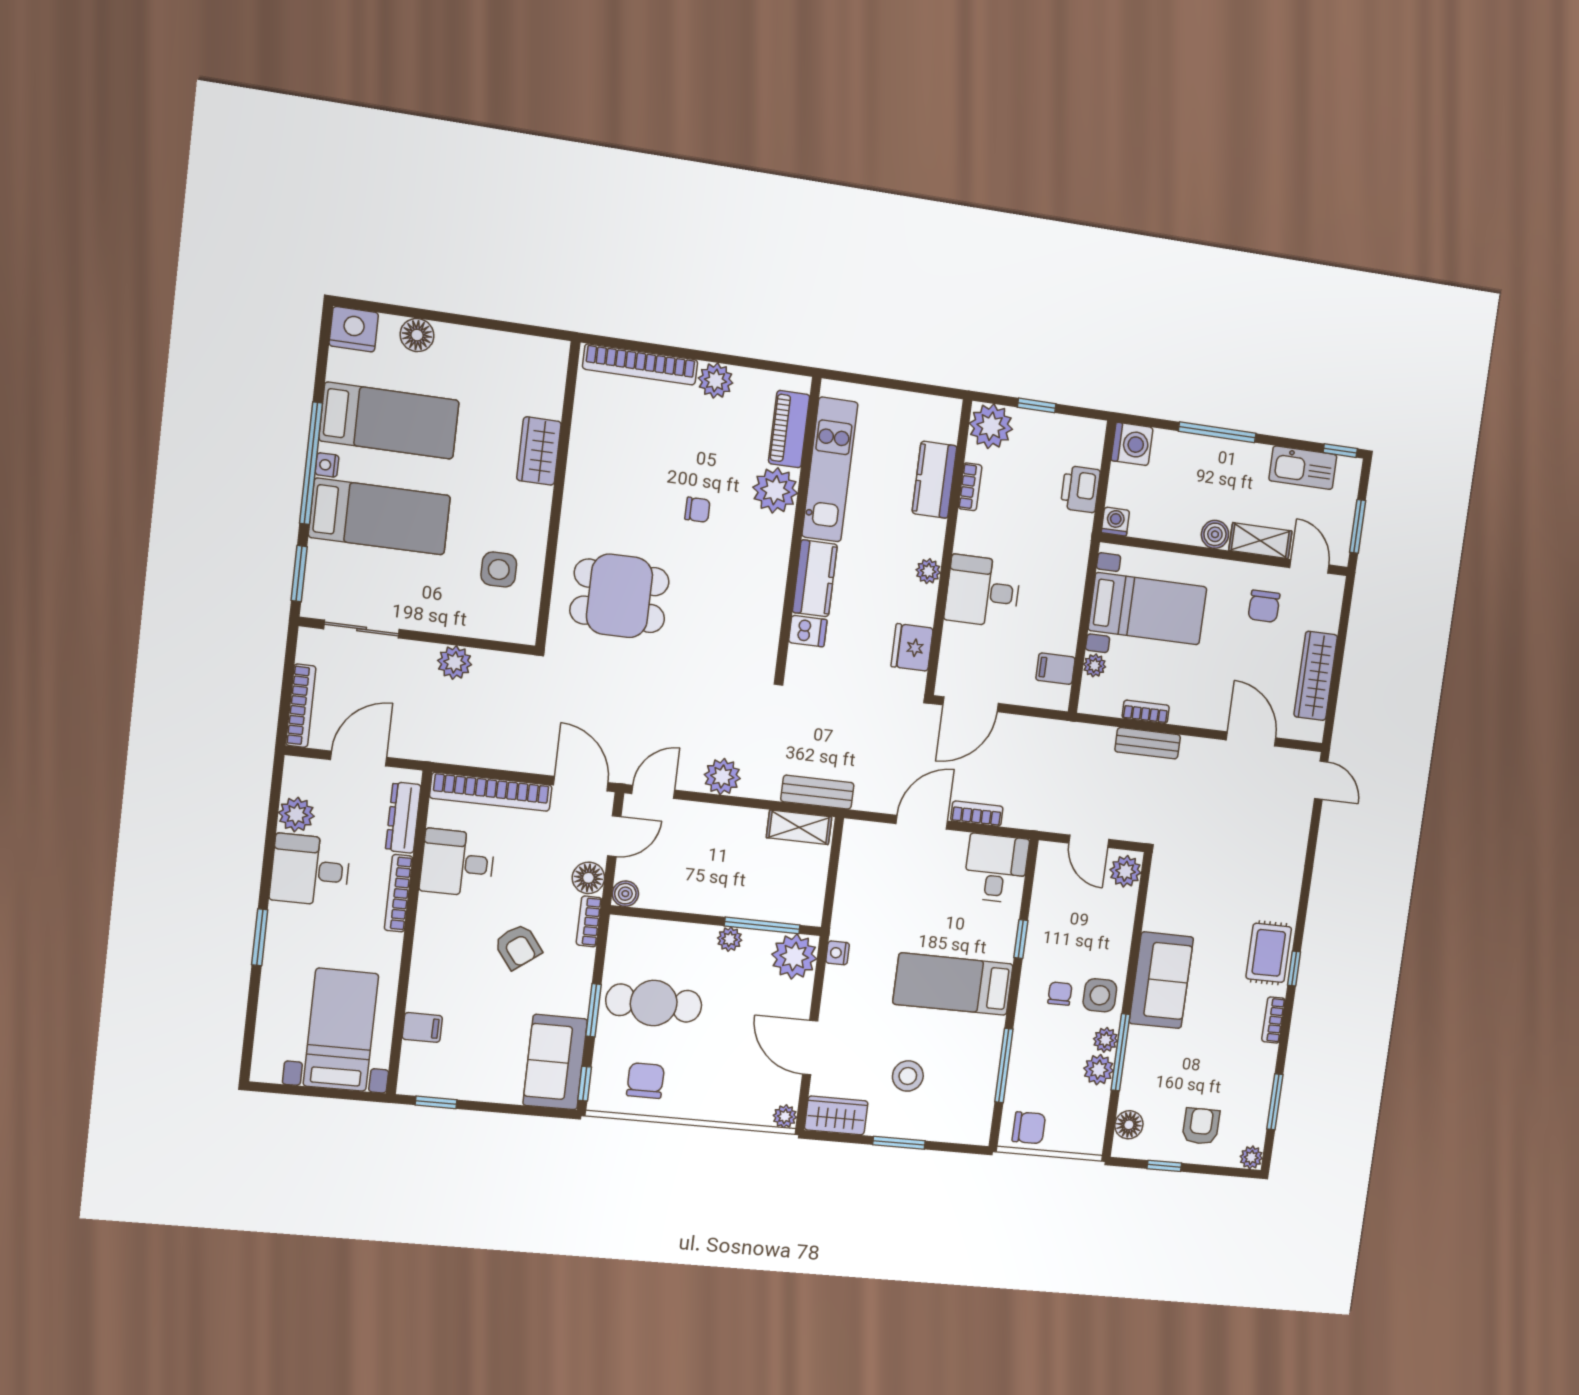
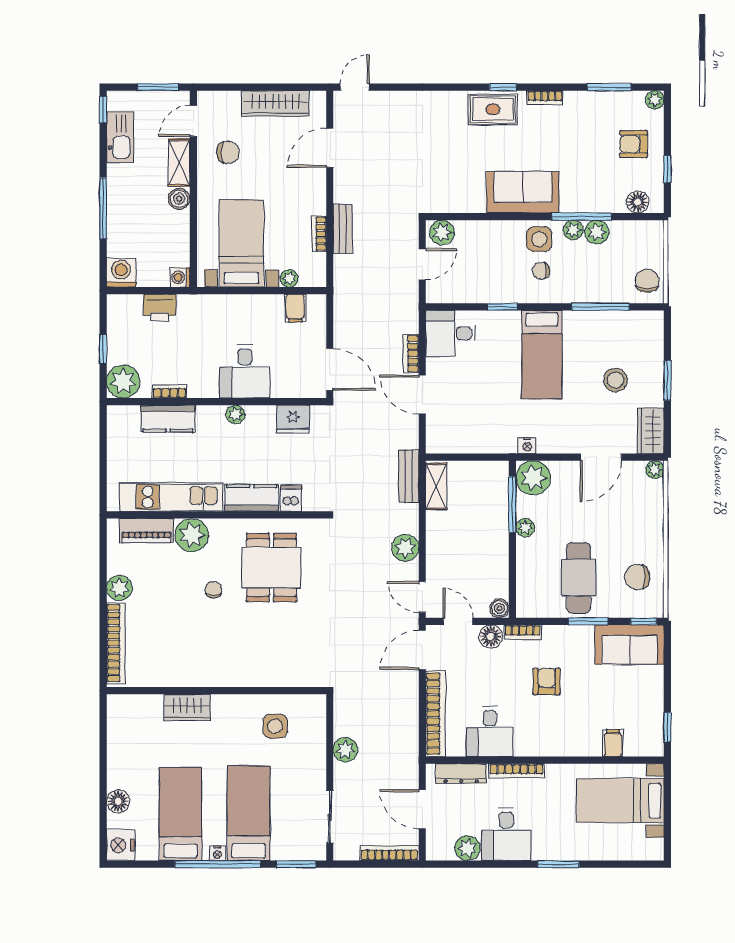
dining table: (619, 596) -> (271, 568), moved
armchair: (518, 947) -> (547, 682), turned -53

